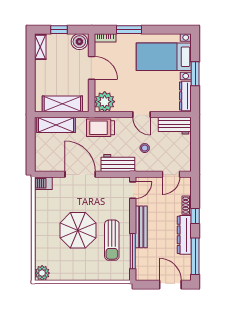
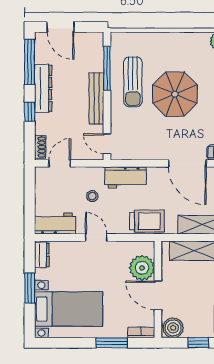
dresser: (185, 96) -> (42, 255), width x0.70
plant: (105, 102) -> (142, 268), moved
door: (80, 174) -> (187, 163), moved
door: (133, 190) -> (107, 144), hinge flipped
shoe rack: (187, 205) -> (40, 147), moved
sun lounger: (112, 240) -> (133, 82), turned 180

